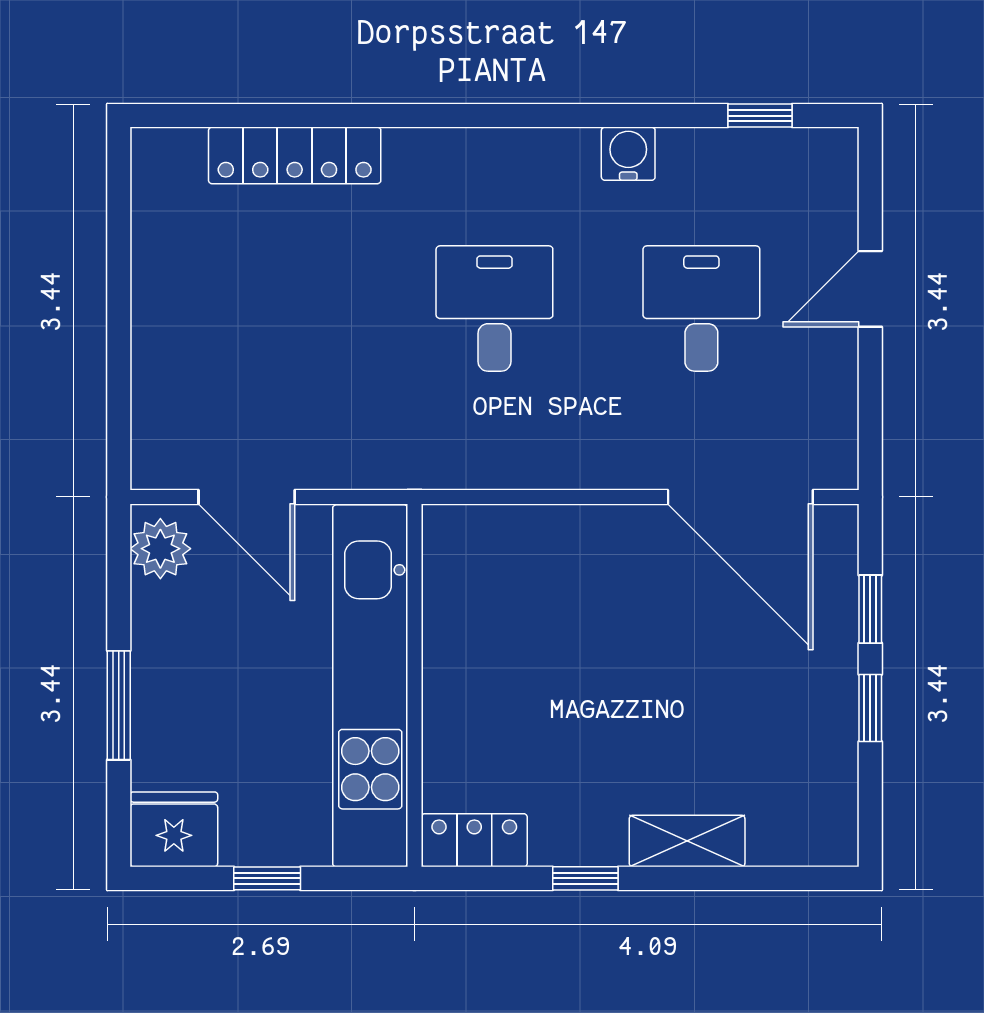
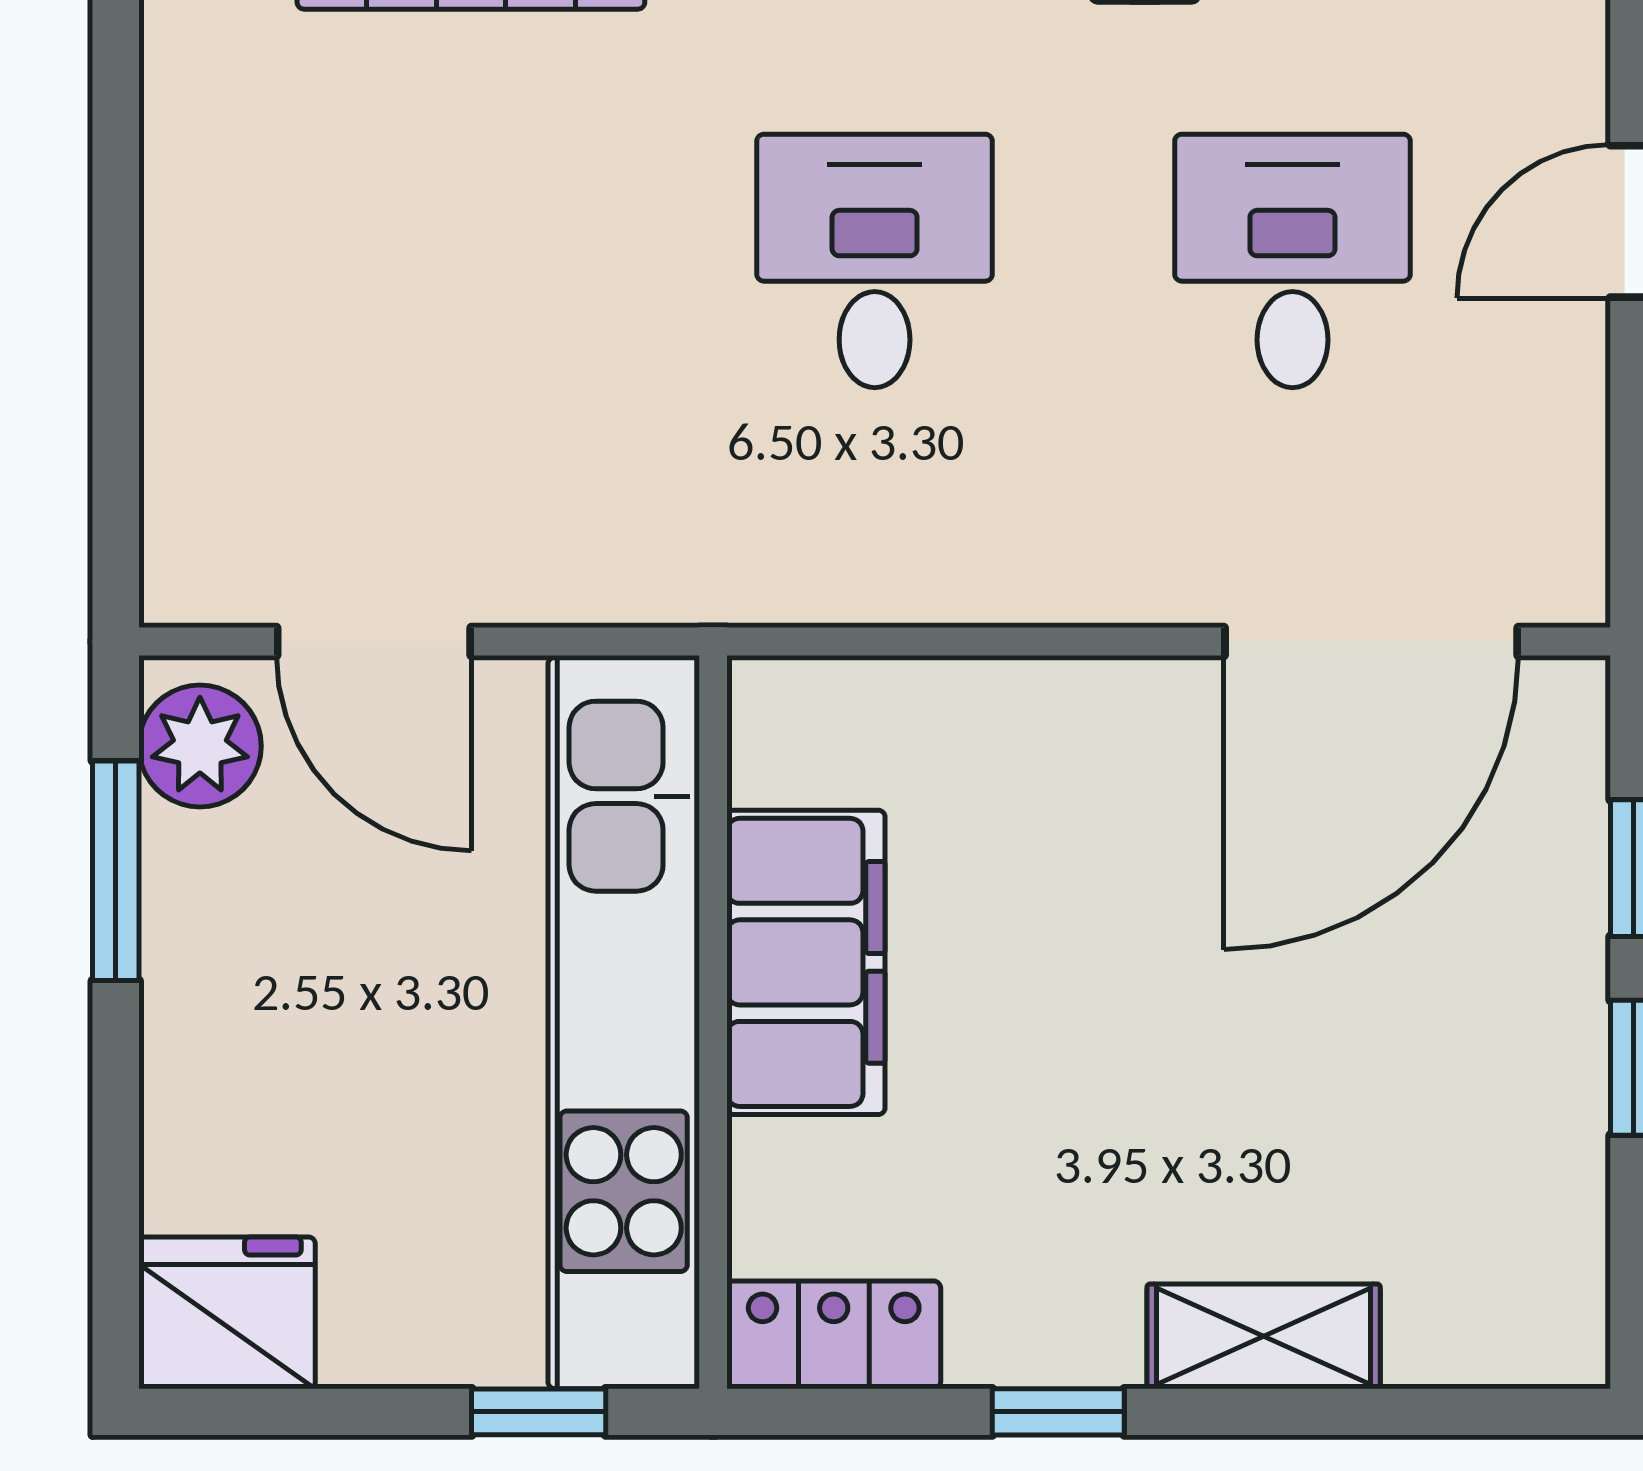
door: (740, 497) -> (1371, 642), hinge flipped
filing cabinet: (461, 656) -> (806, 962), added
window: (119, 705) -> (116, 871), moved
window: (267, 878) -> (539, 1412), moved

